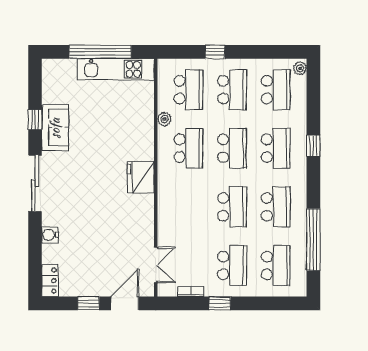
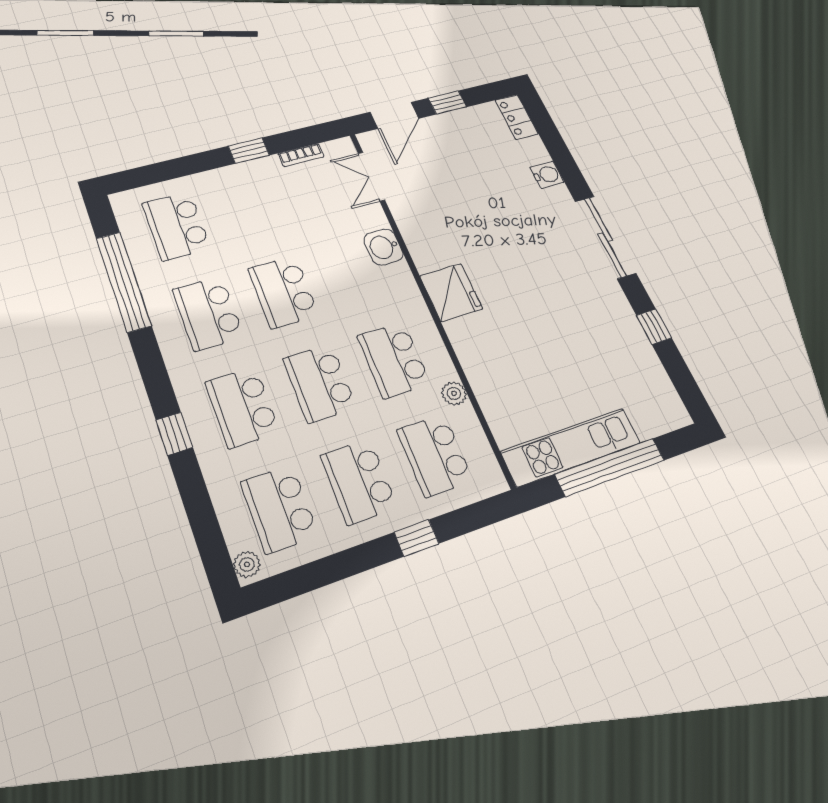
sofa: (55, 128) -> (618, 325), removed
washbasin: (167, 217) -> (383, 247), added
school desk: (232, 265) -> (250, 207), removed

